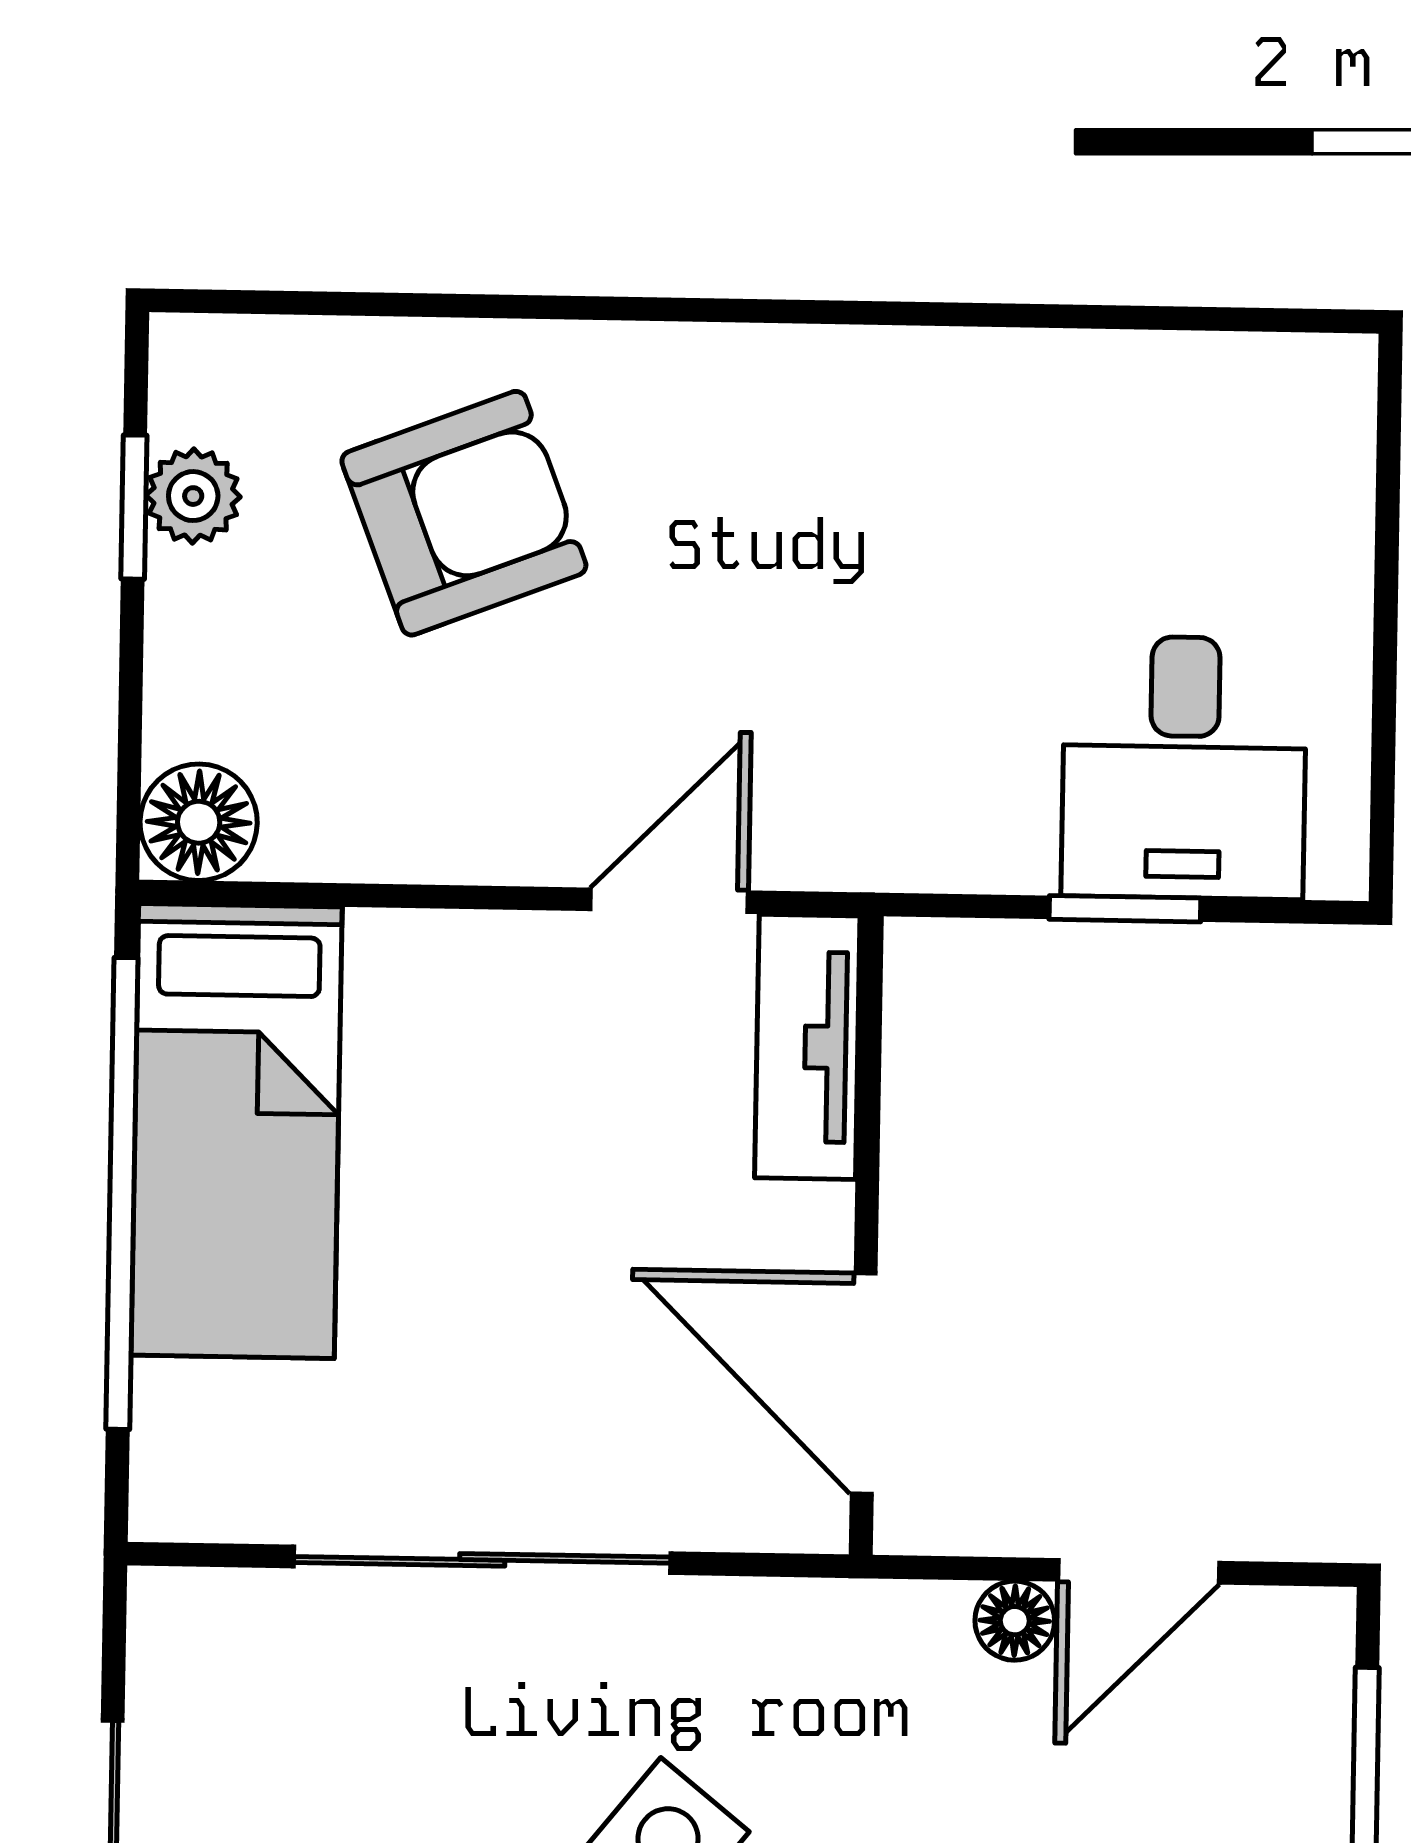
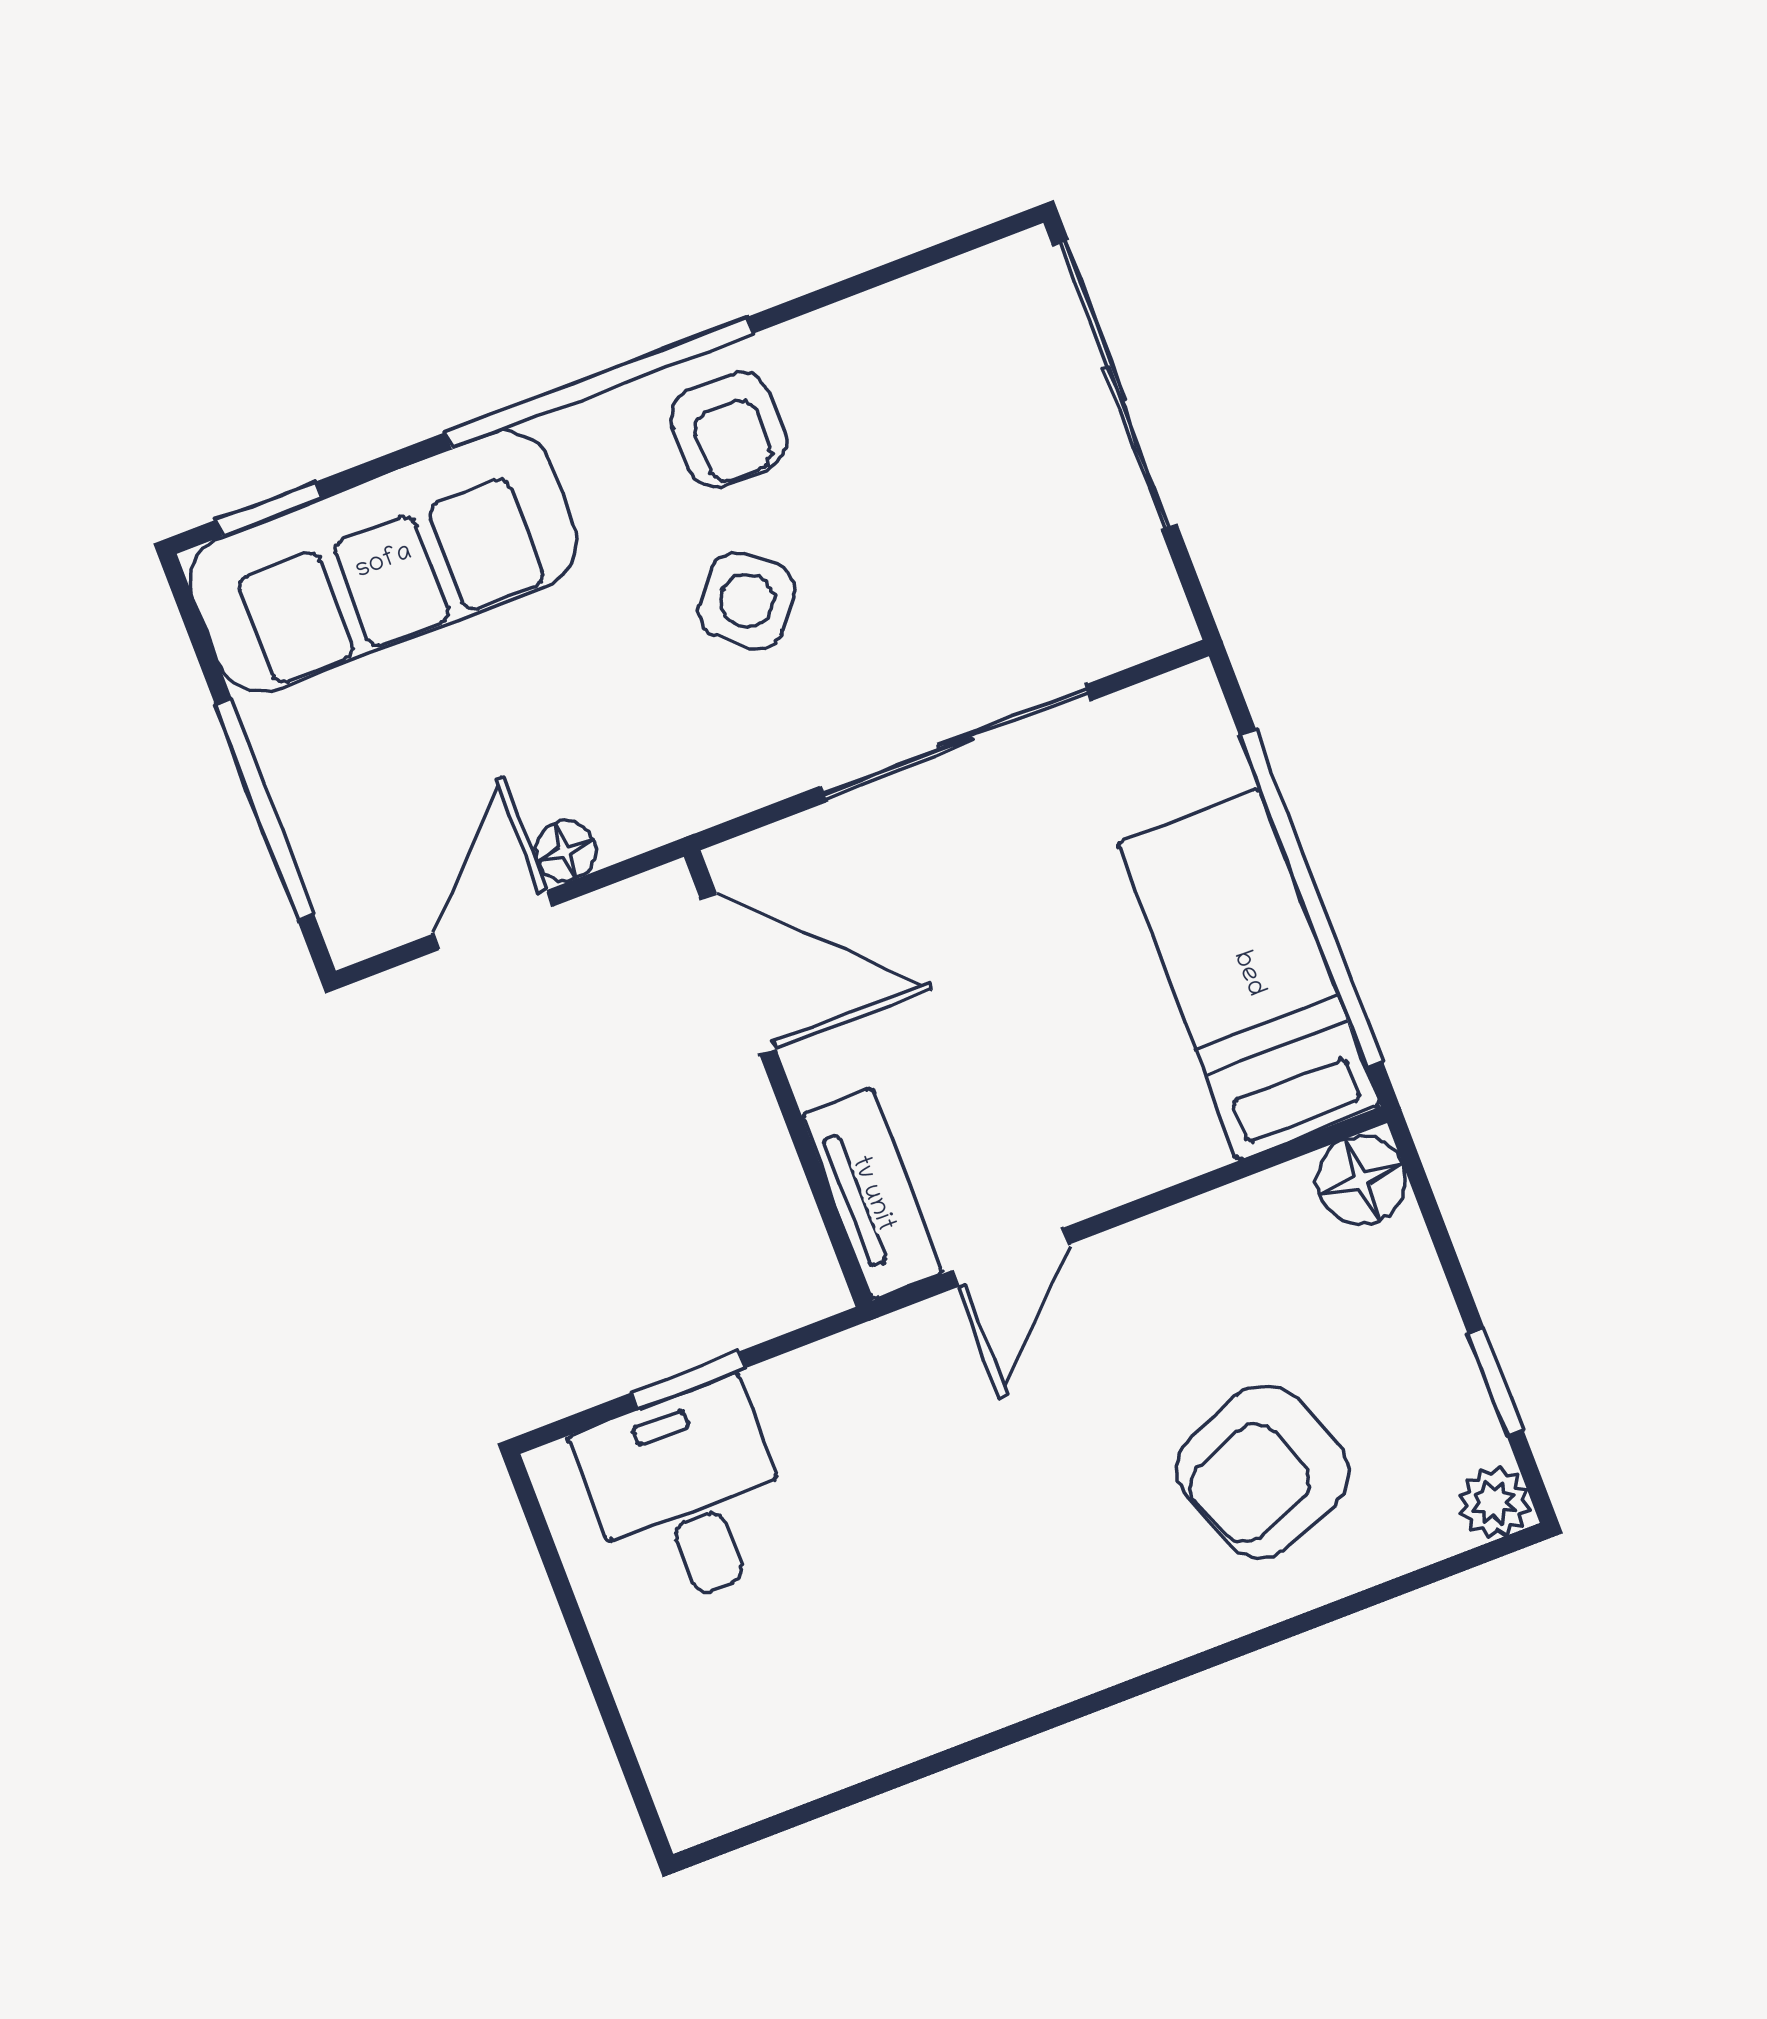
plant: (193, 496) -> (1494, 1503), moved

